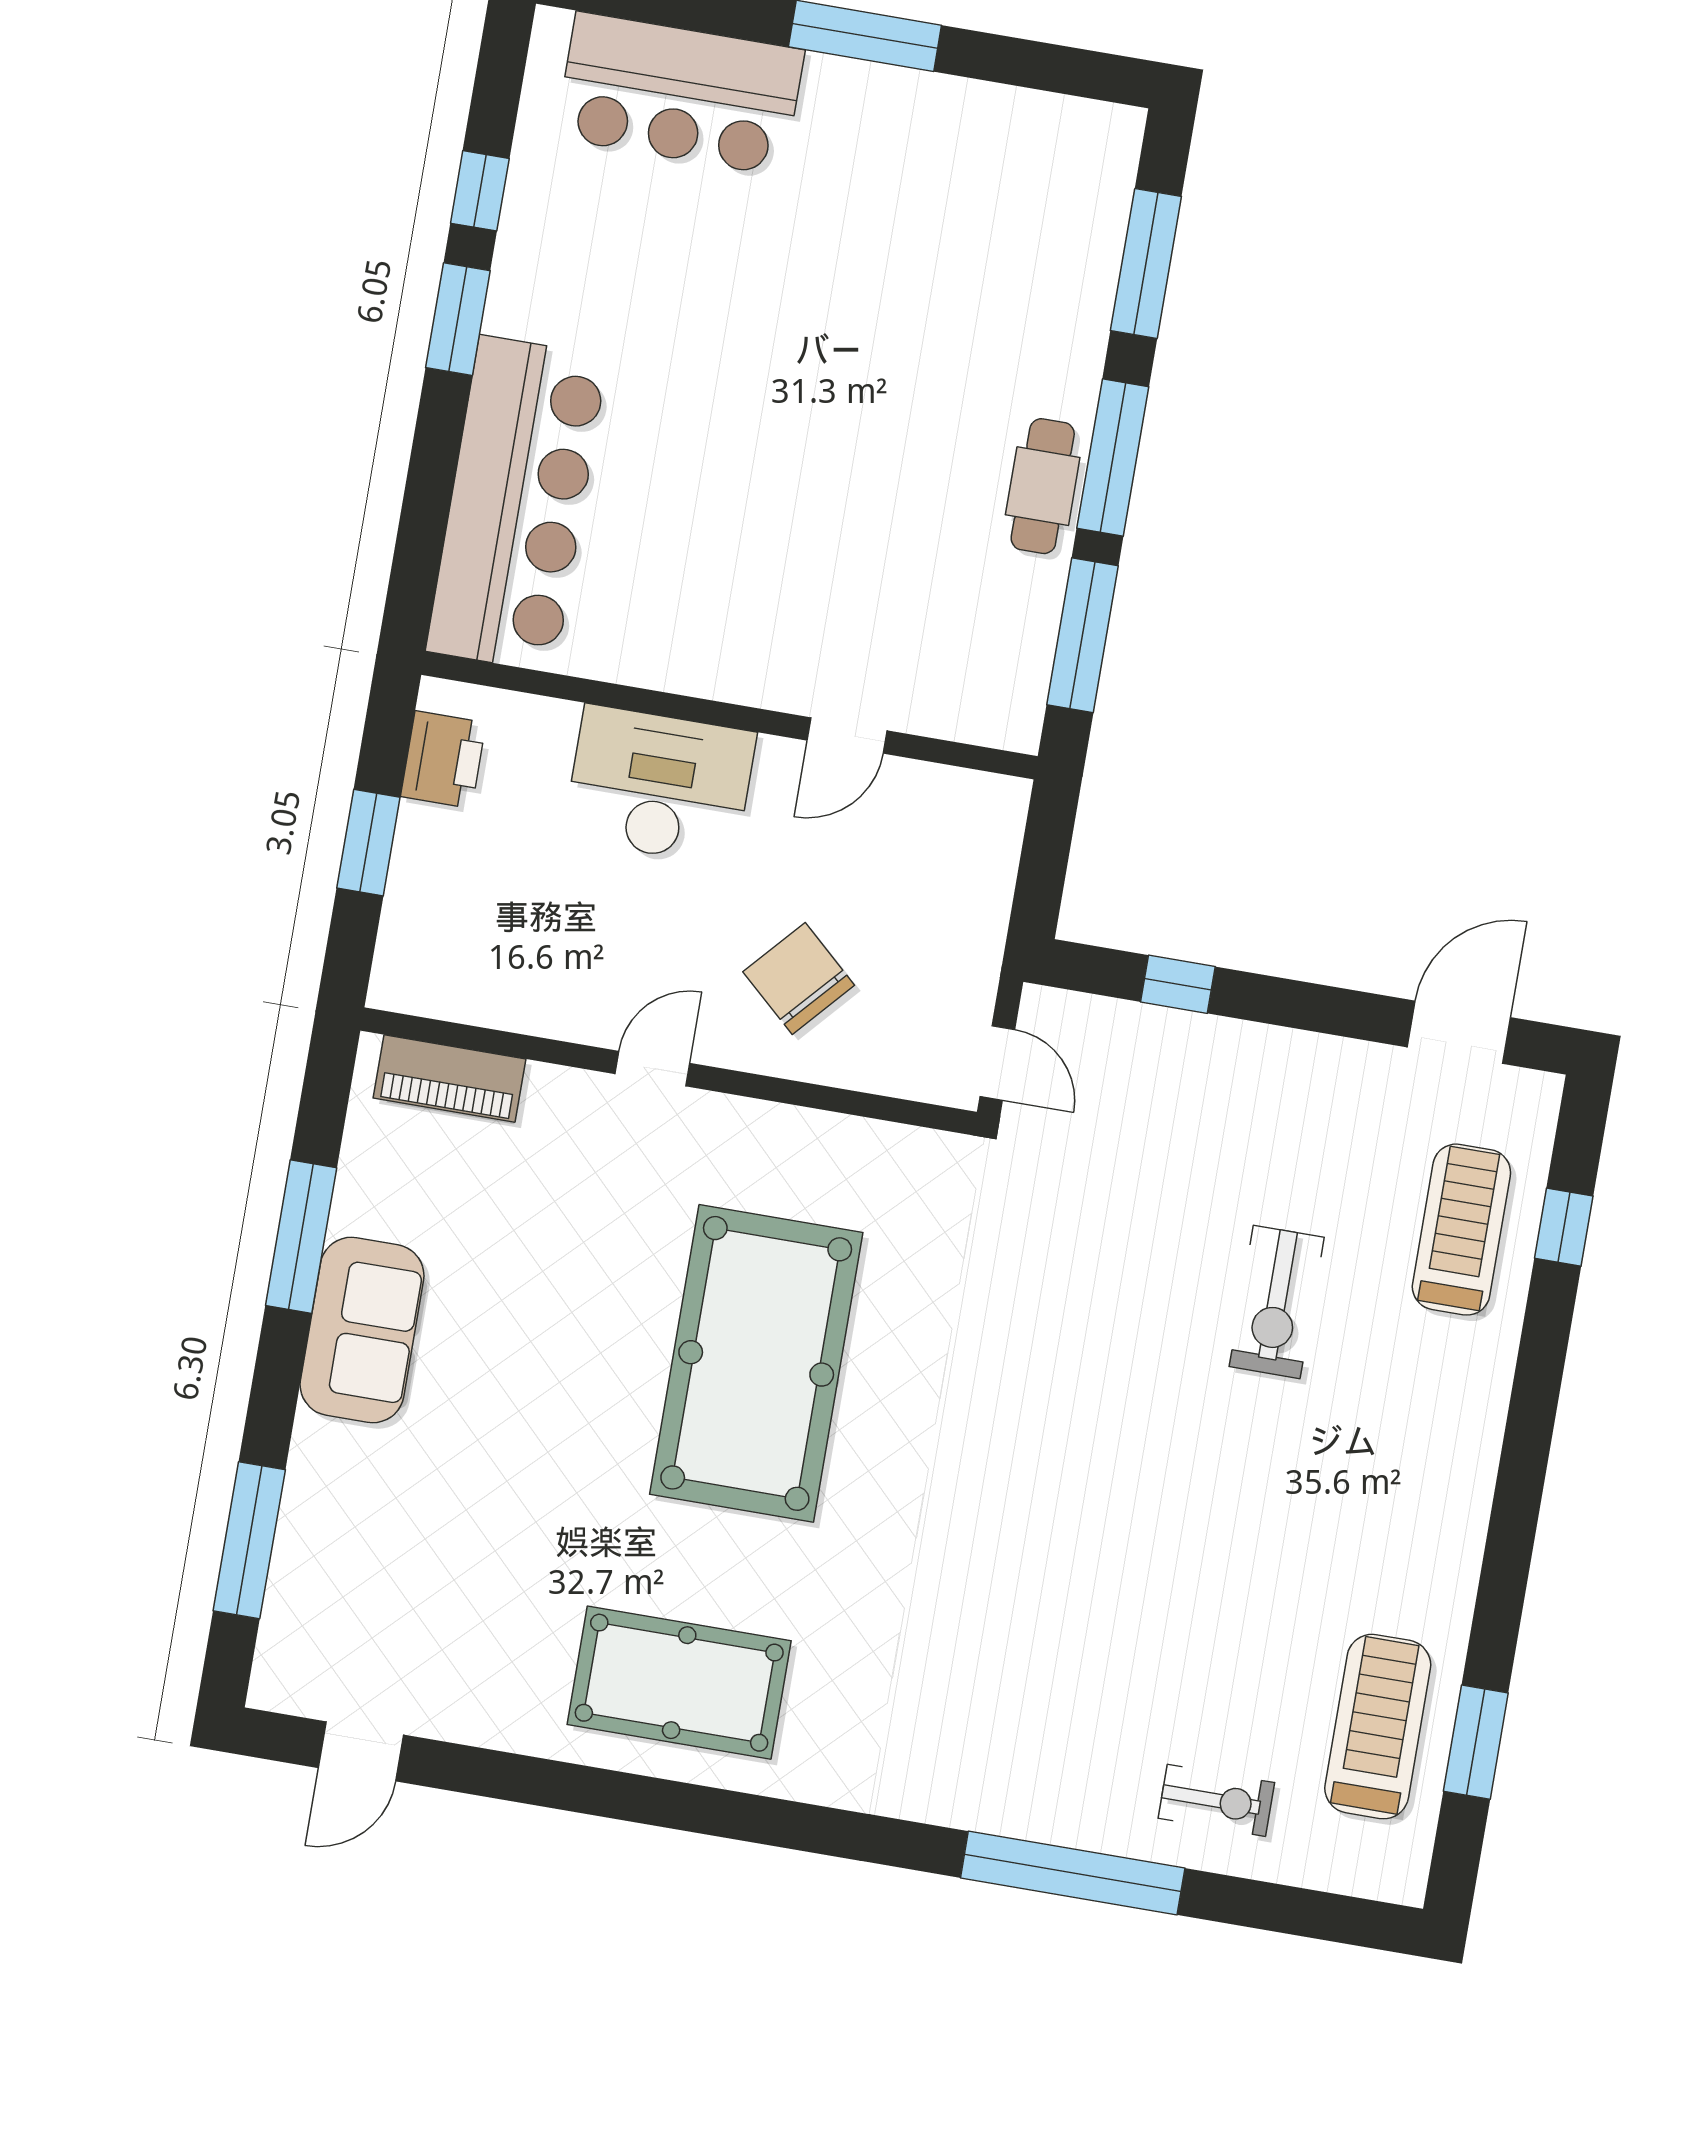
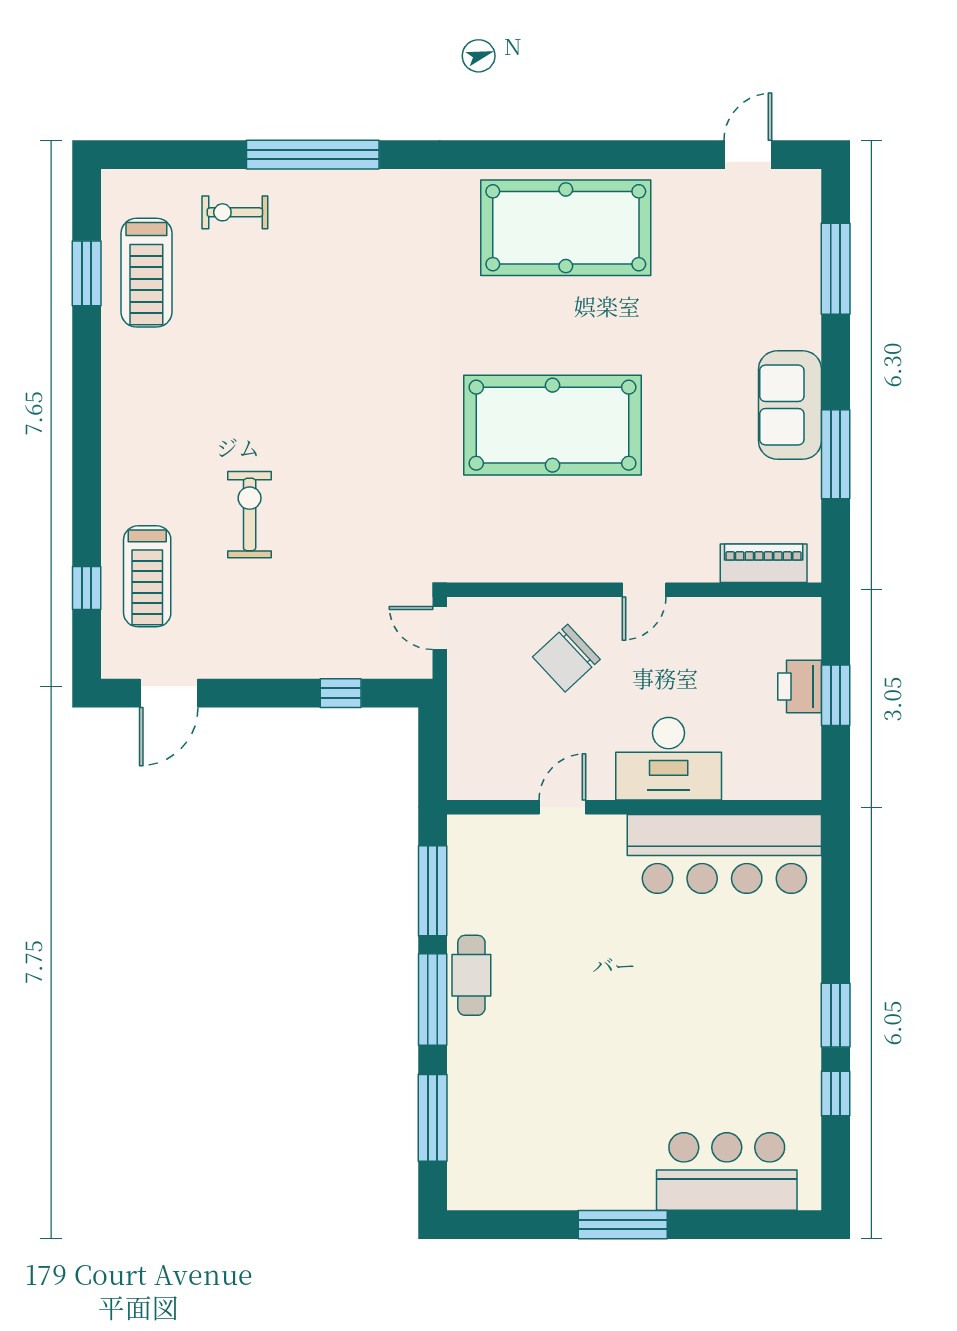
bar counter: (517, 504) -> (724, 854), moved, turned -90
printer: (443, 760) -> (800, 687), moved
chair: (799, 978) -> (566, 658), turned 95
pool table: (756, 1363) -> (552, 425), turned 90
pool table: (679, 1683) -> (566, 228), width x1.36, depth x1.32

